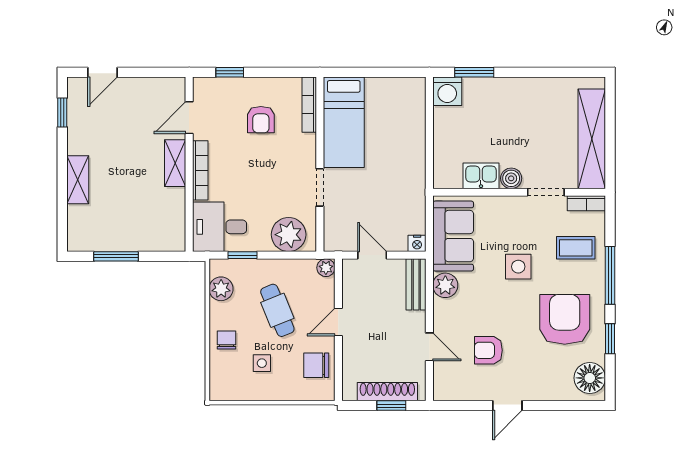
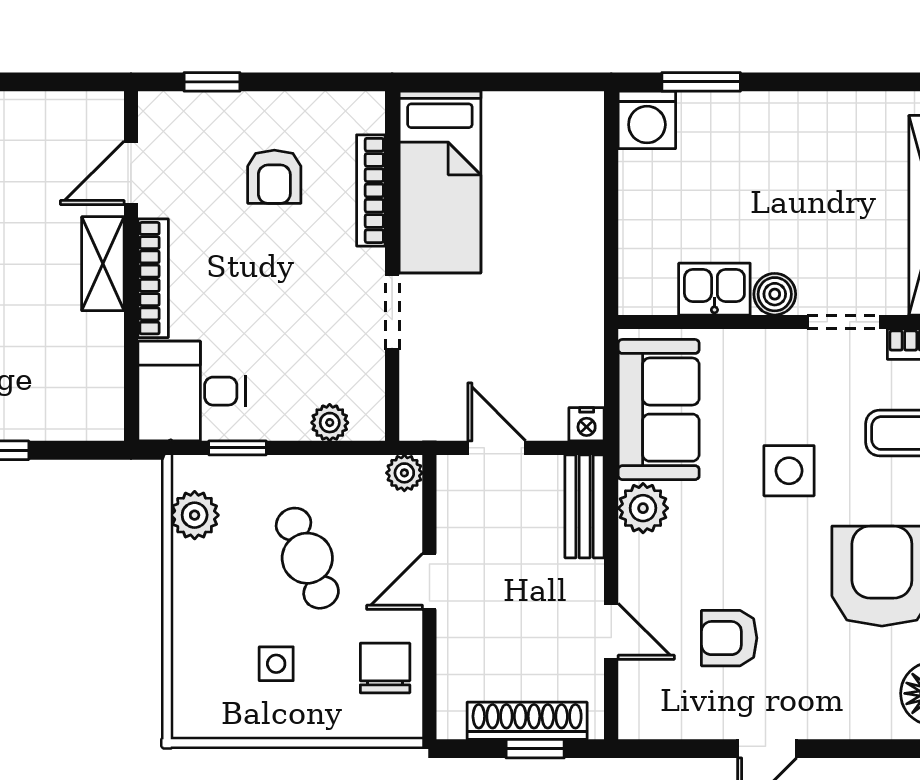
bookcase: (309, 105) -> (371, 190), moved
plant: (289, 235) -> (330, 423), width x0.53, depth x0.53
chair: (226, 340) -> (205, 618), removed
chair: (316, 365) -> (385, 668), turned 90

